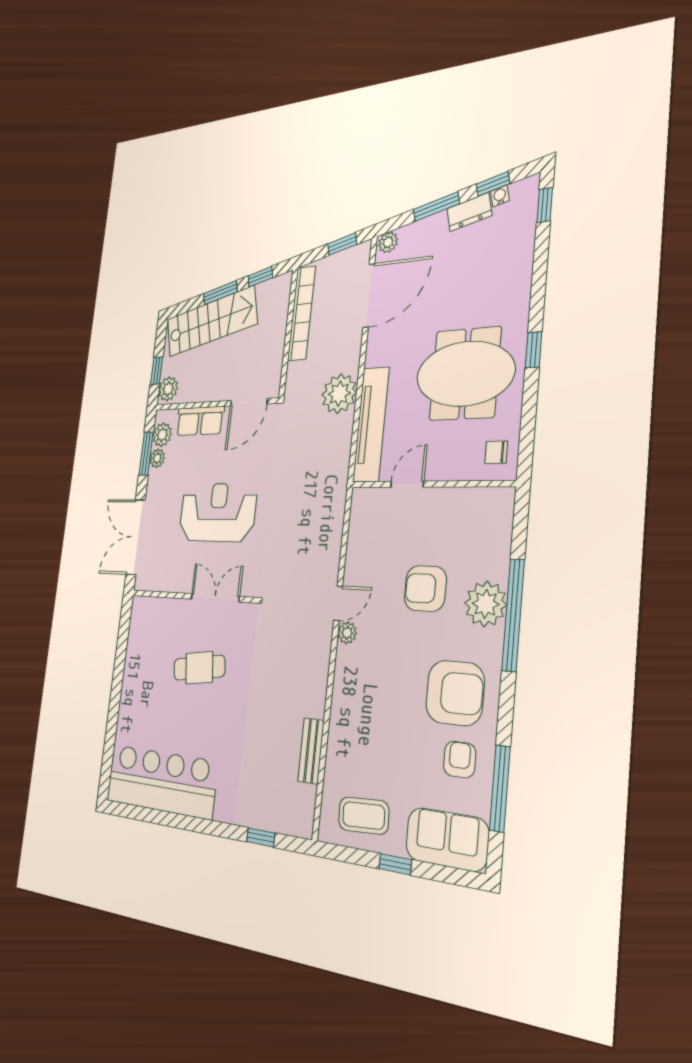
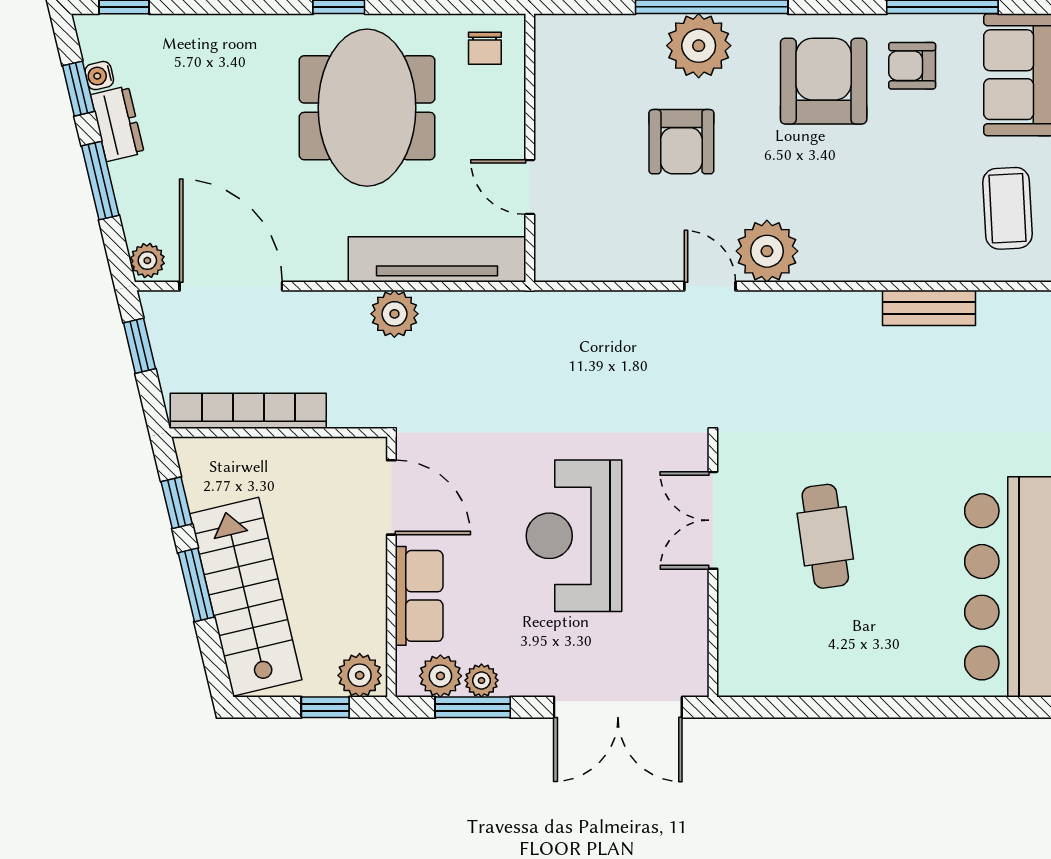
plant: (339, 394) -> (394, 314), width x0.73, depth x0.73
plant: (347, 633) -> (767, 251), width x1.87, depth x1.87

